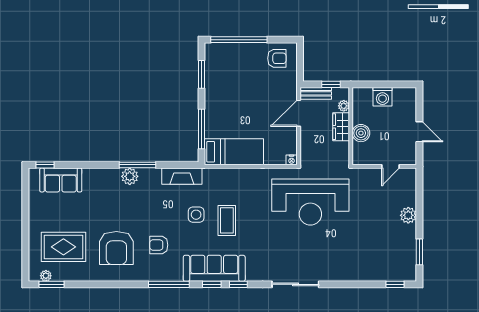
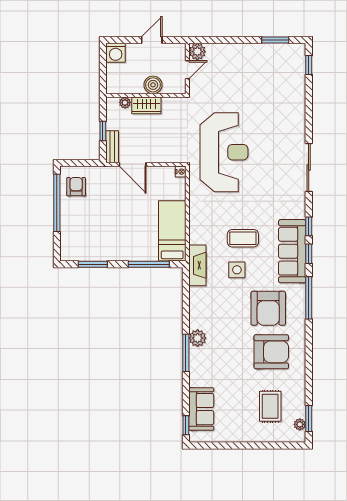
window: (239, 40) -> (57, 203), moved
washing machine: (382, 97) -> (116, 53), moved, turned 90
plant: (344, 106) -> (125, 103), moved
wall: (351, 126) -> (146, 95), moved
wardrobe: (341, 127) -> (146, 105), moved
boiler: (361, 133) -> (153, 85), moved
window: (137, 165) -> (186, 353), moved
door: (391, 166) -> (187, 70), hinge flipped
fireplace: (182, 176) -> (197, 265), moved
plant: (408, 215) -> (197, 52), moved
armchair: (159, 245) -> (268, 308), width x1.88, depth x1.88
rug: (63, 247) -> (270, 406), width x0.73, depth x0.70

